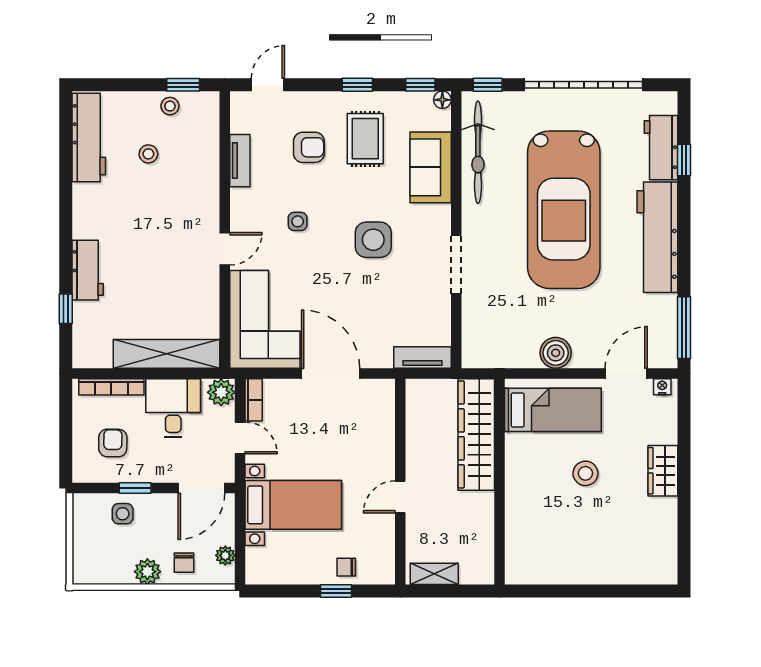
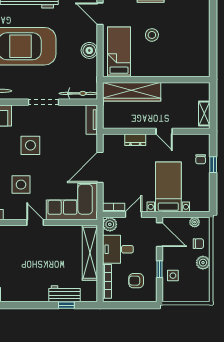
side table: (298, 221) -> (21, 185), width x1.87, depth x1.87
workbench: (88, 270) -> (65, 294), moved
bicycle: (473, 332) -> (78, 93), added
dresser: (384, 441) -> (135, 140), added

